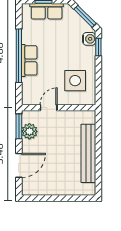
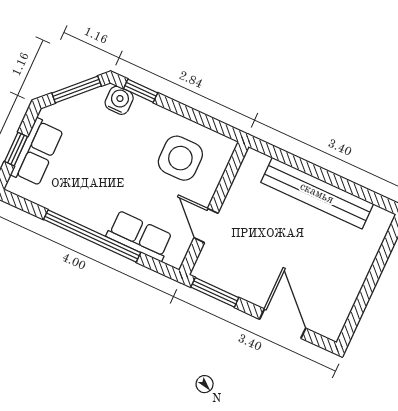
row of seats: (29, 60) -> (140, 236), moved
plant: (29, 131) -> (232, 278), removed

